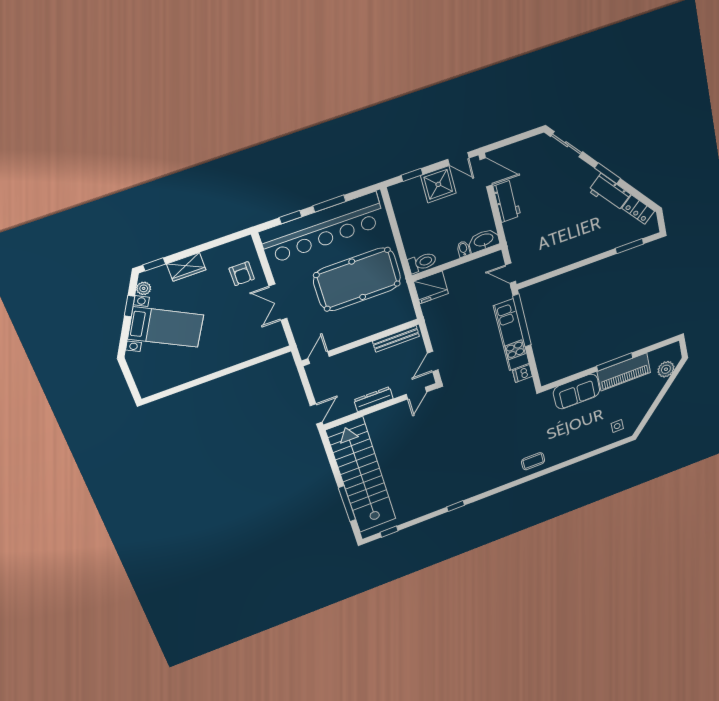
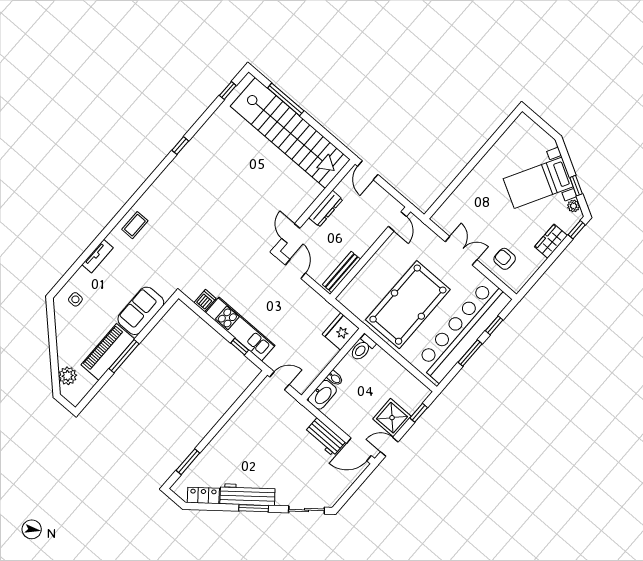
workbench: (610, 192) -> (248, 495), width x1.38
window: (522, 320) -> (240, 347), width x0.32
tv unit: (577, 451) -> (97, 256), added

